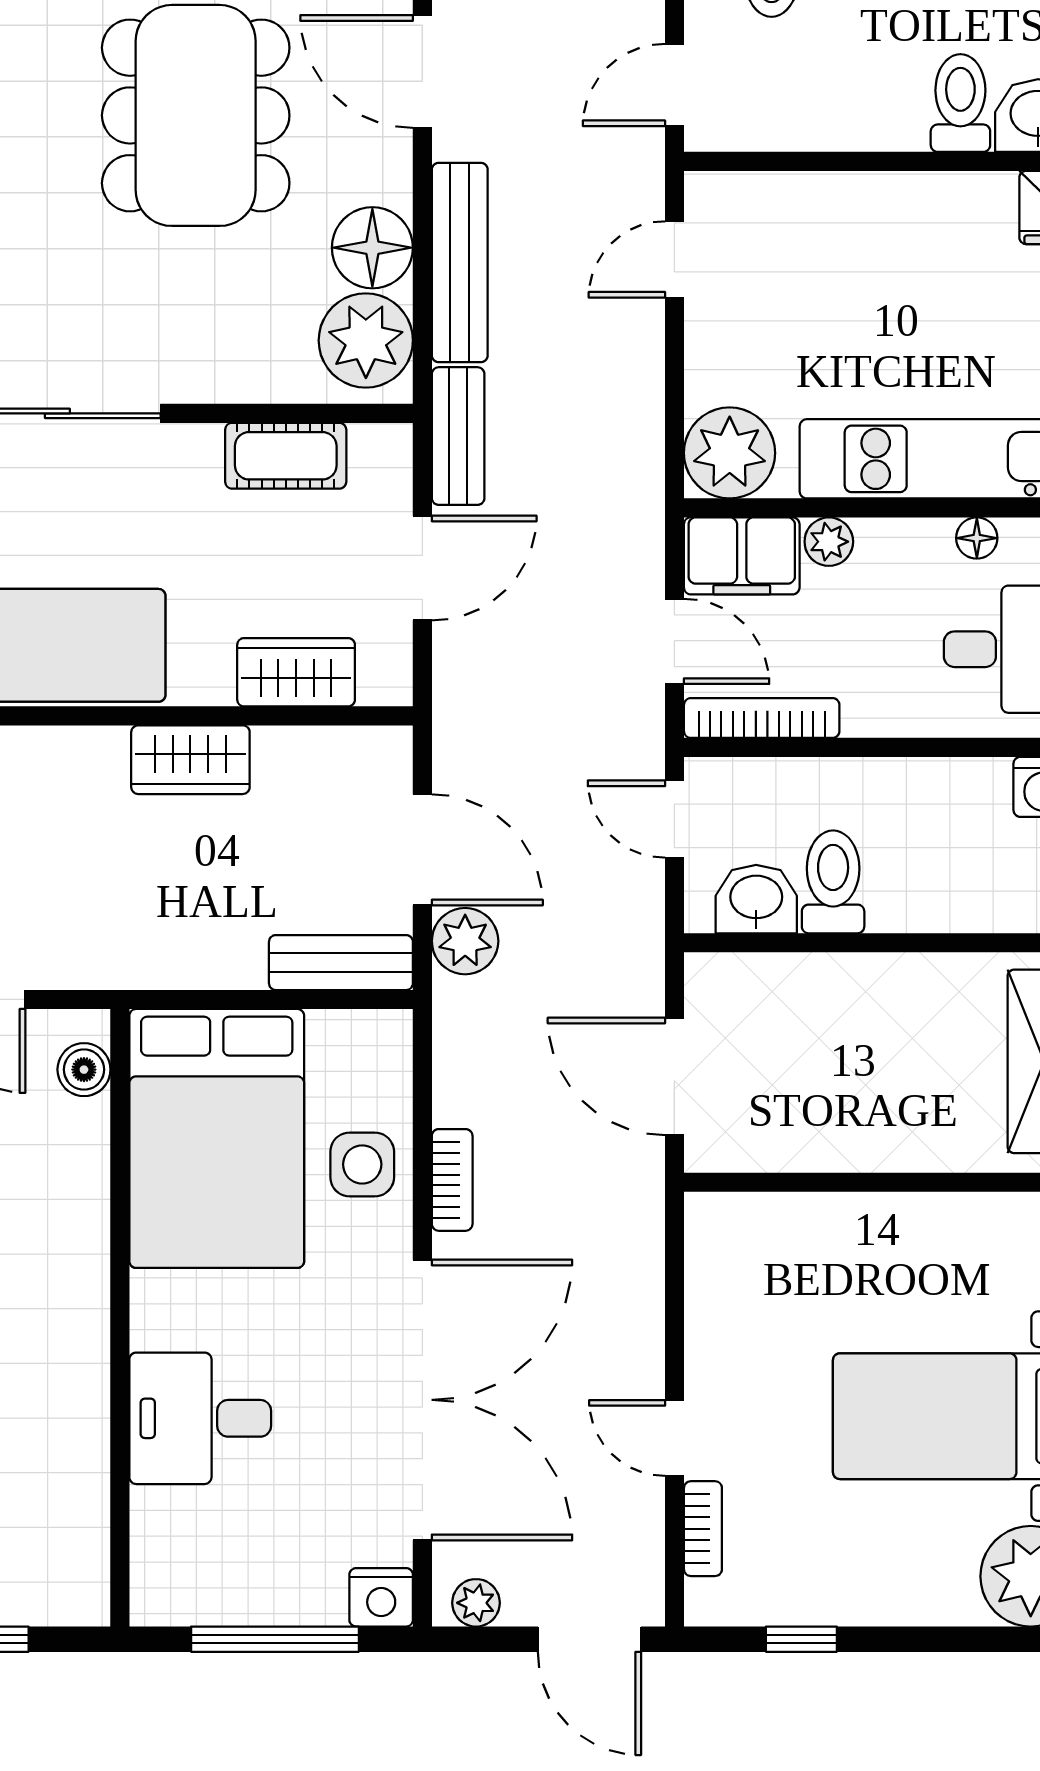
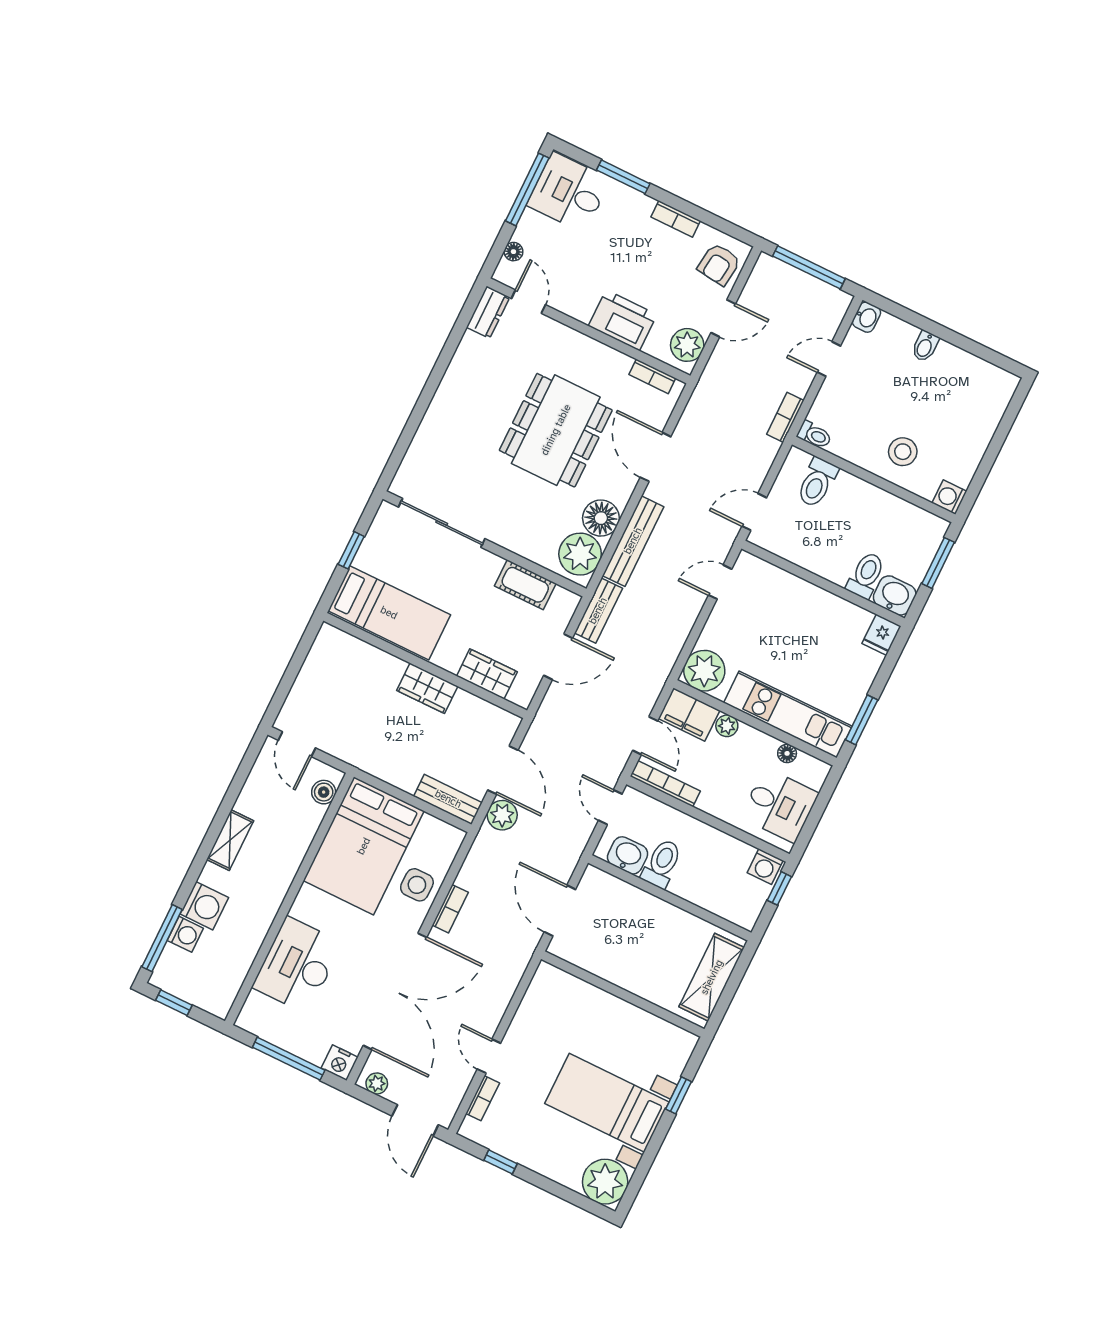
desk: (200, 1418) -> (297, 965), width x1.37

